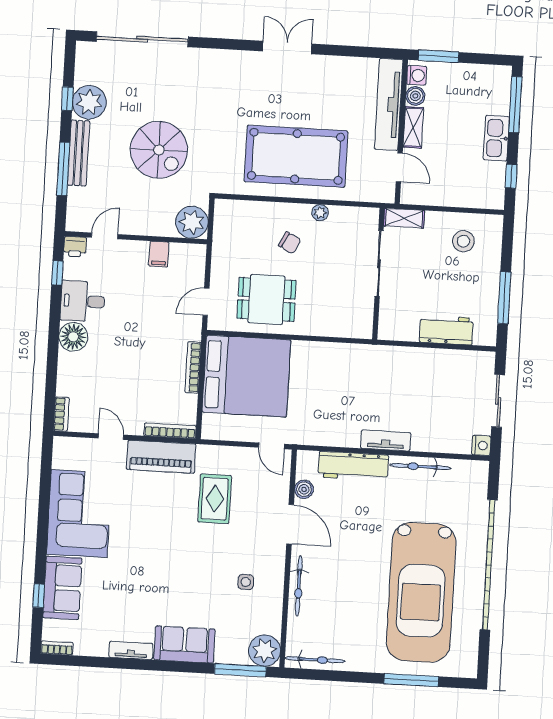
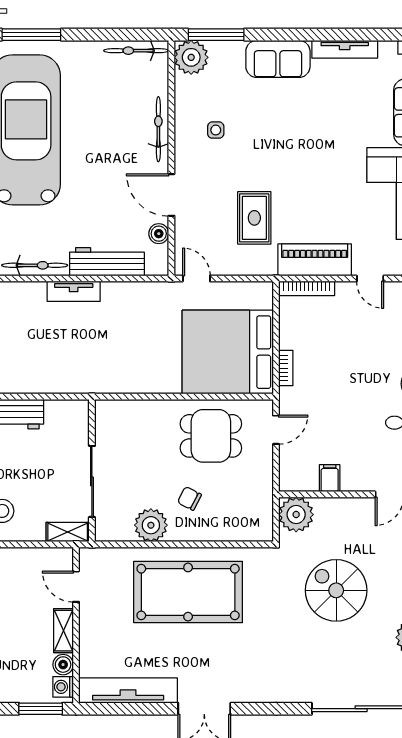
tv unit: (389, 104) -> (128, 690), moved, turned -90
plant: (320, 213) -> (151, 525), width x1.88, depth x1.88
bookcase: (193, 367) -> (286, 368), width x0.64
tv unit: (131, 650) -> (345, 49), width x1.41

